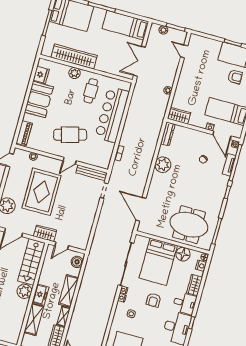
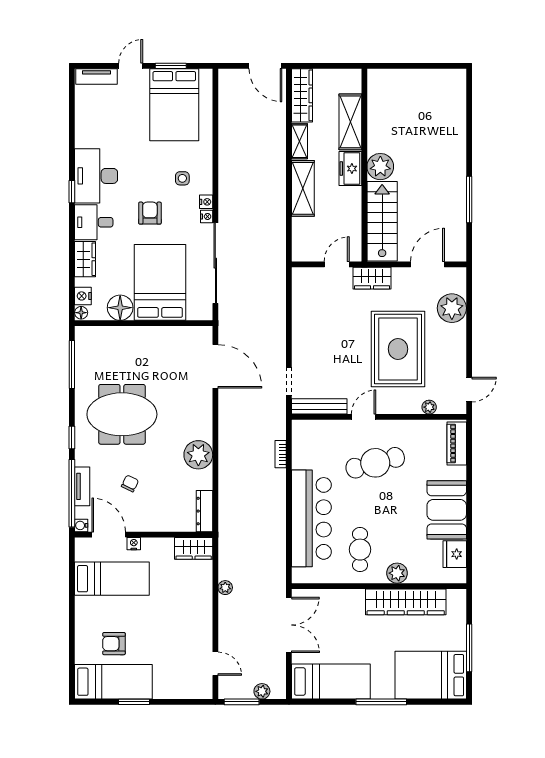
meeting table: (189, 225) -> (122, 414), moved
boiler: (77, 262) -> (302, 243), removed

